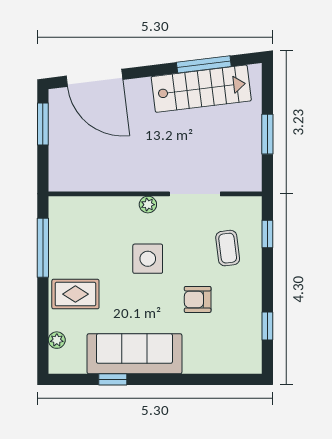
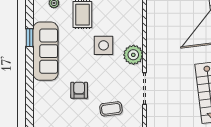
plant: (148, 205) -> (133, 55), width x1.88, depth x1.88
side table: (148, 259) -> (104, 45), moved

